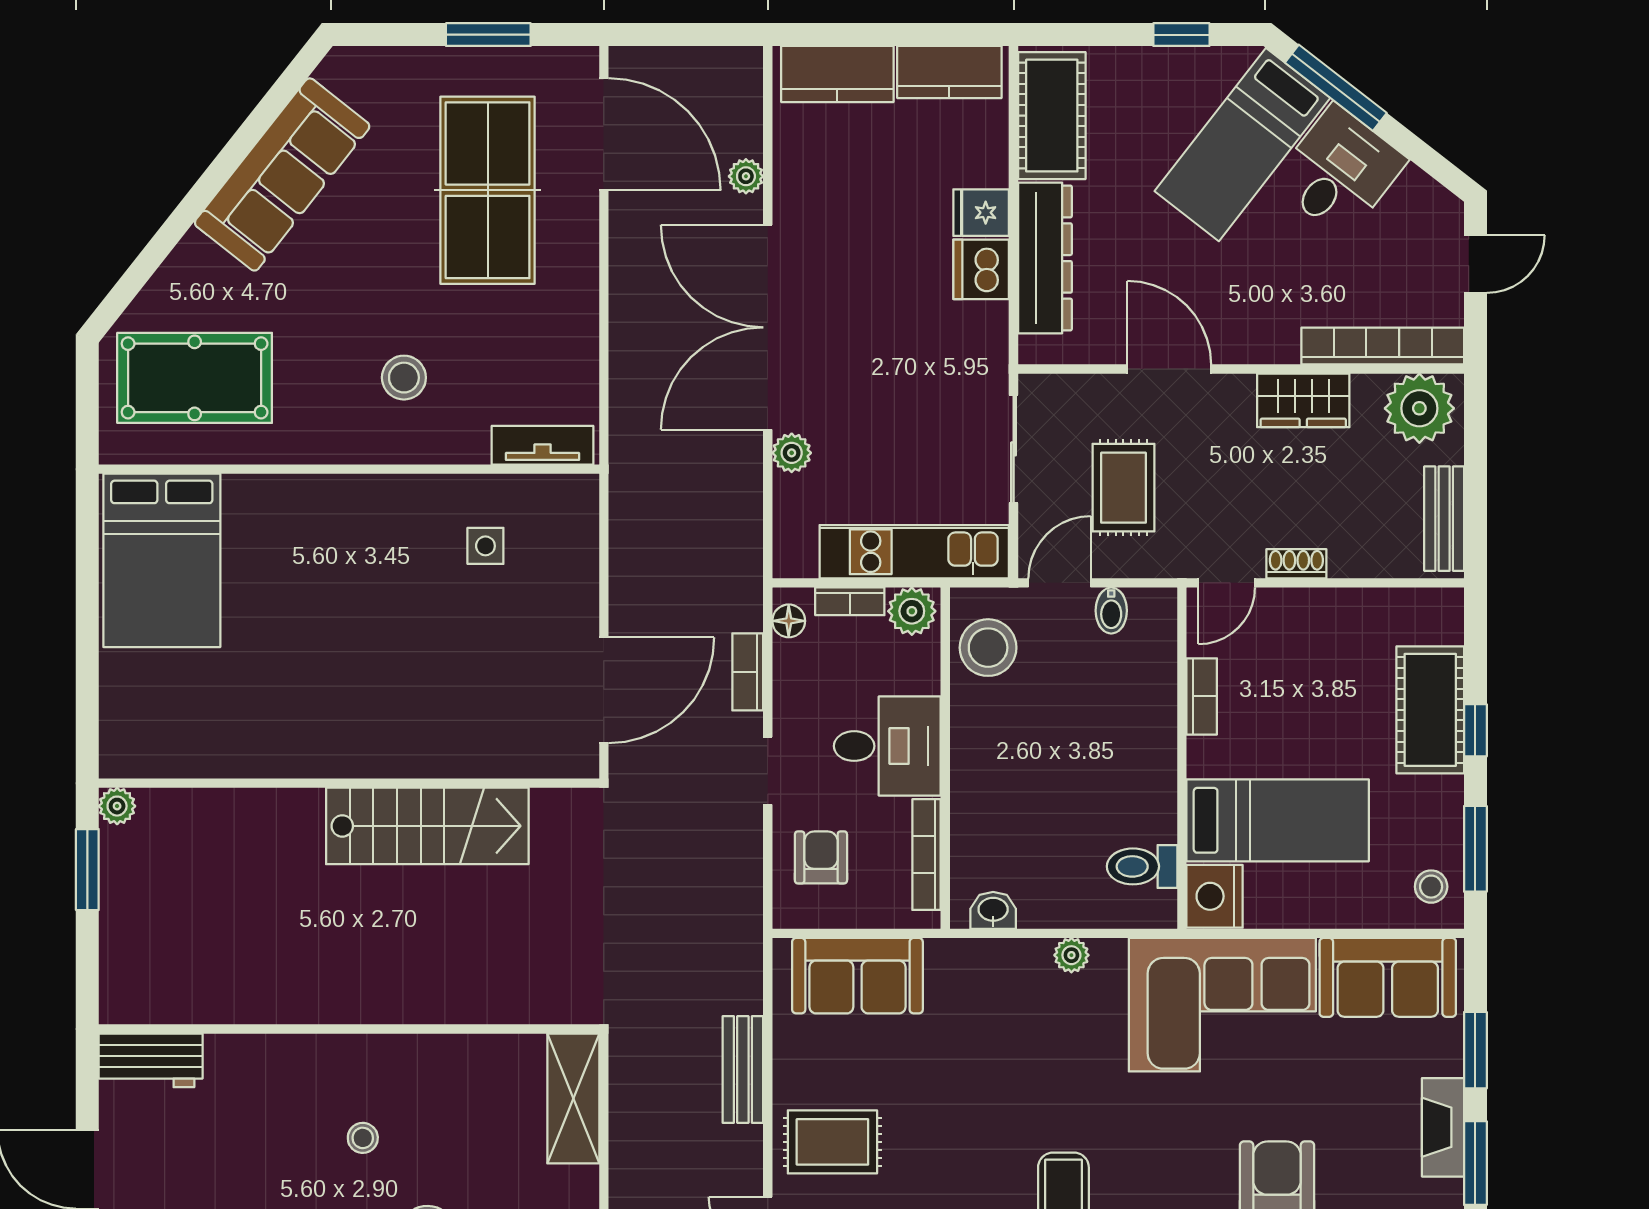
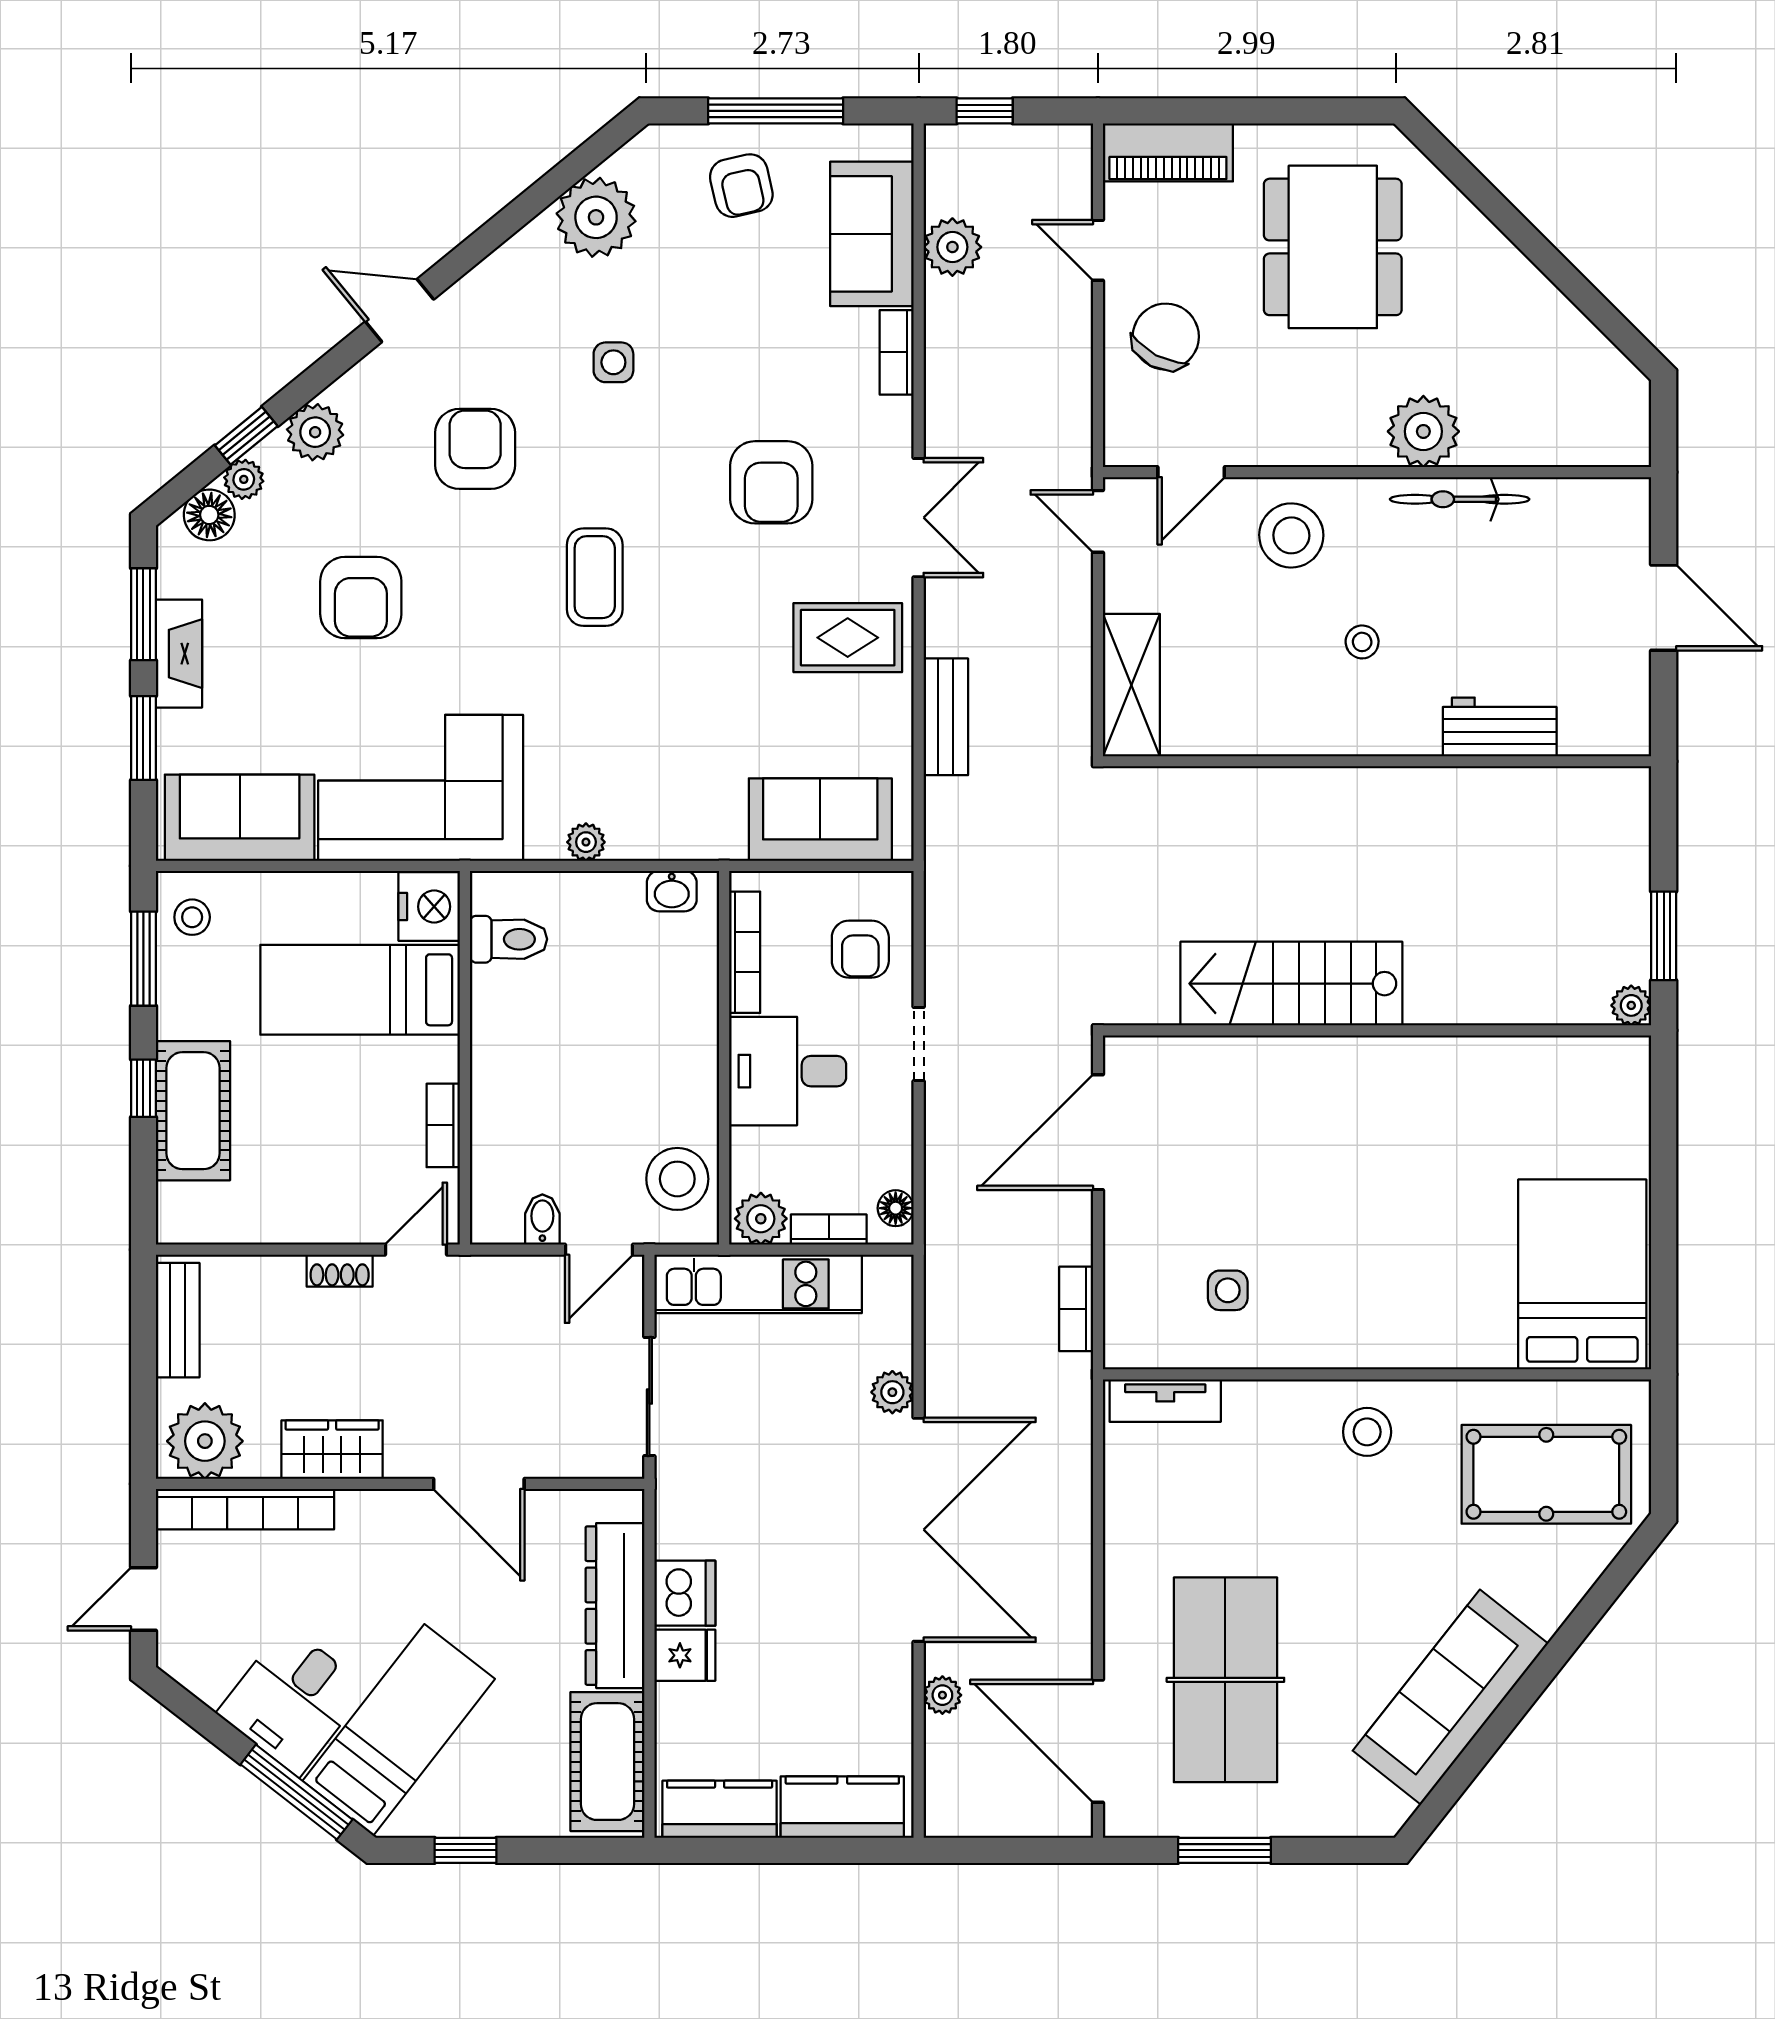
stool: (404, 378) -> (1367, 1432), moved
rug: (1123, 488) -> (529, 1354), removed
bookcase: (748, 672) -> (1076, 1309), moved, turned 180
workbench: (151, 1060) -> (1500, 727), moved

